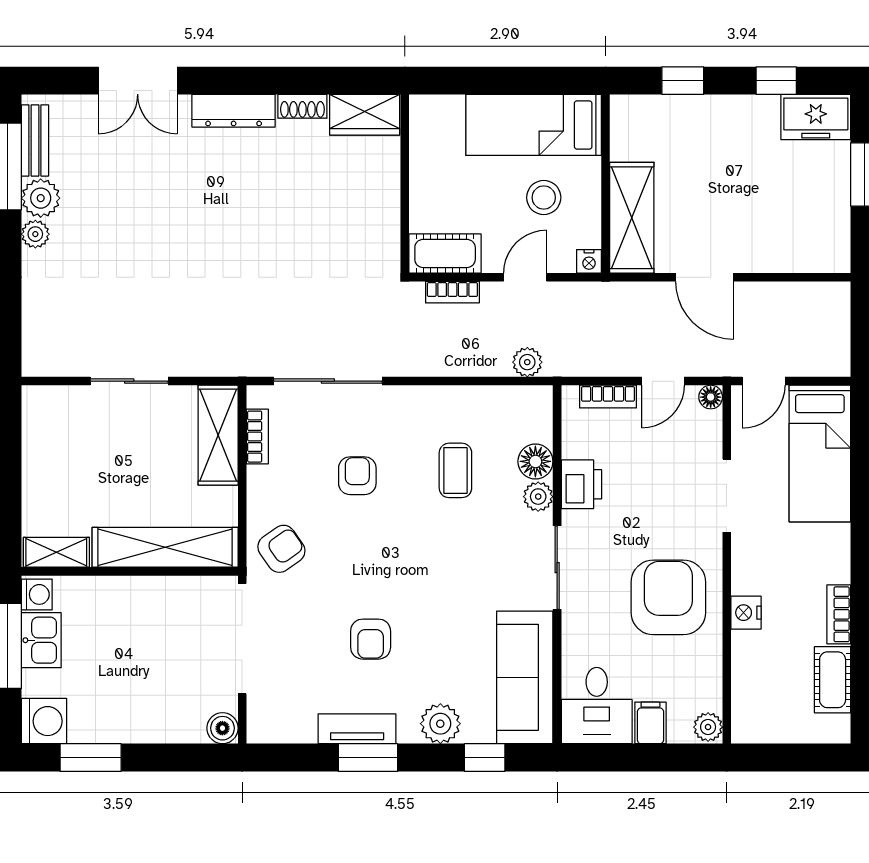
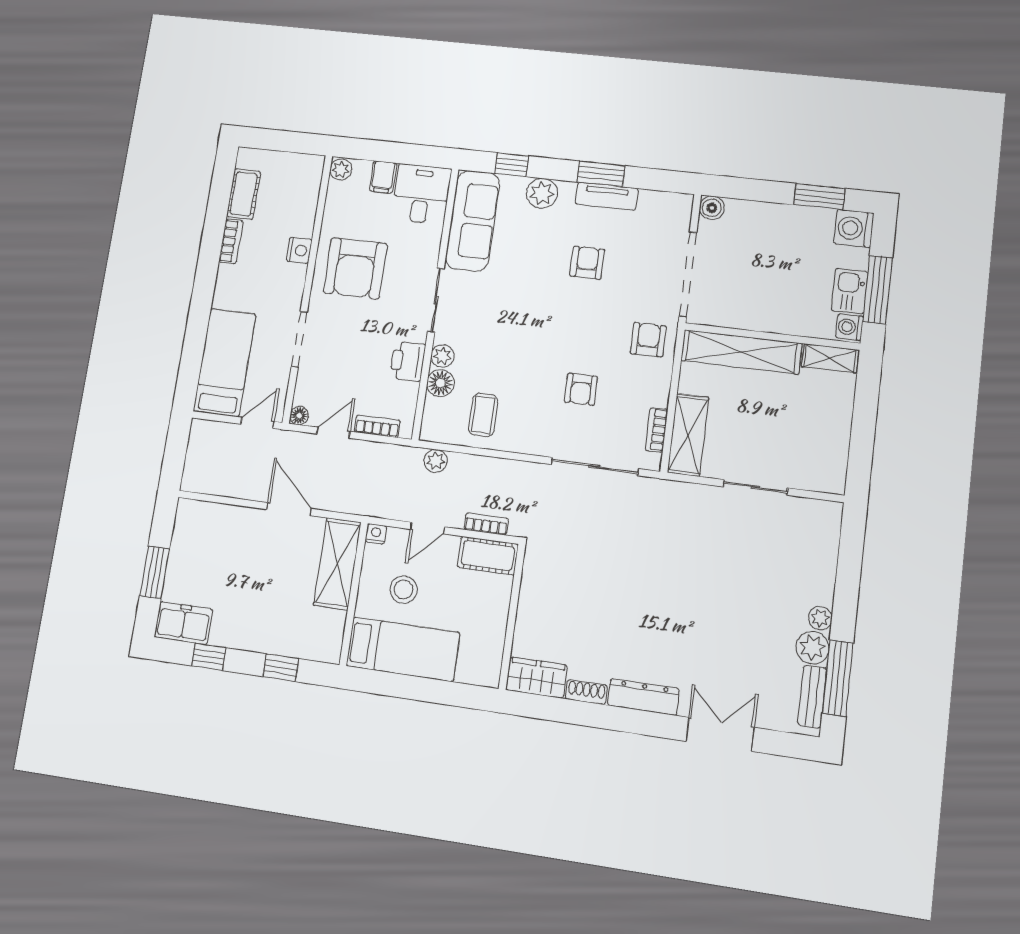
coffee table: (455, 470) -> (483, 415), moved
armchair: (281, 549) -> (648, 340), turned 125

